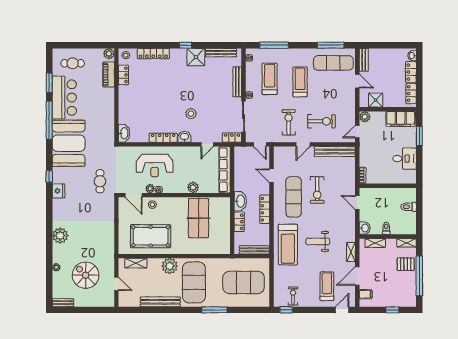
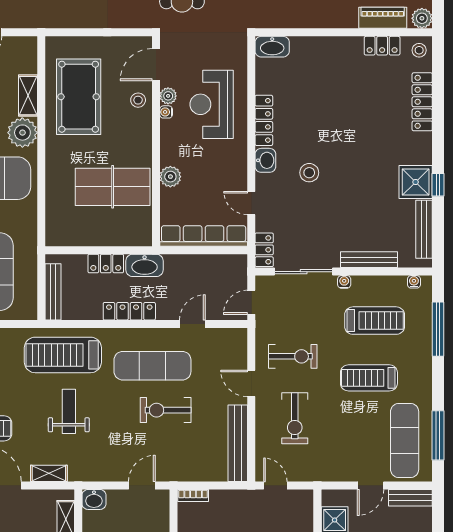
window: (185, 45) -> (438, 185), moved
treadmill: (300, 82) -> (369, 378), turned 180
plant: (365, 117) -> (303, 500), removed
shelving: (136, 263) -> (28, 96), moved

